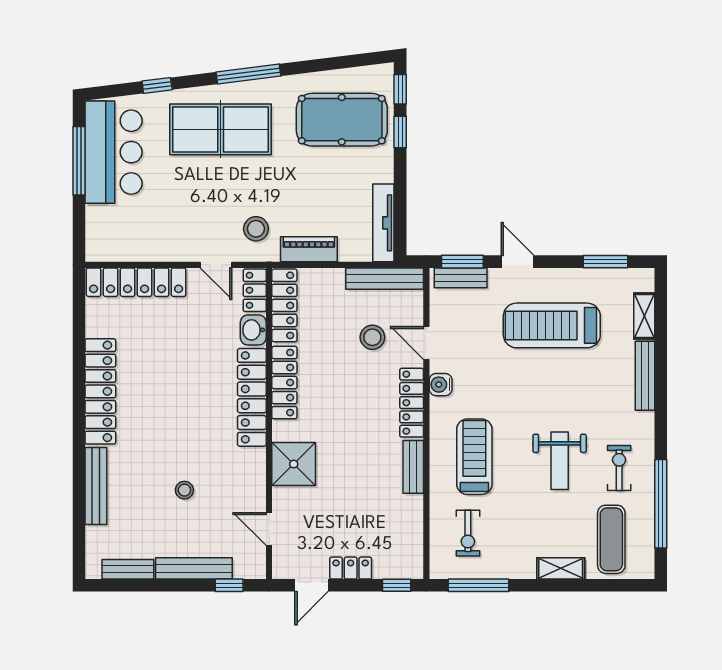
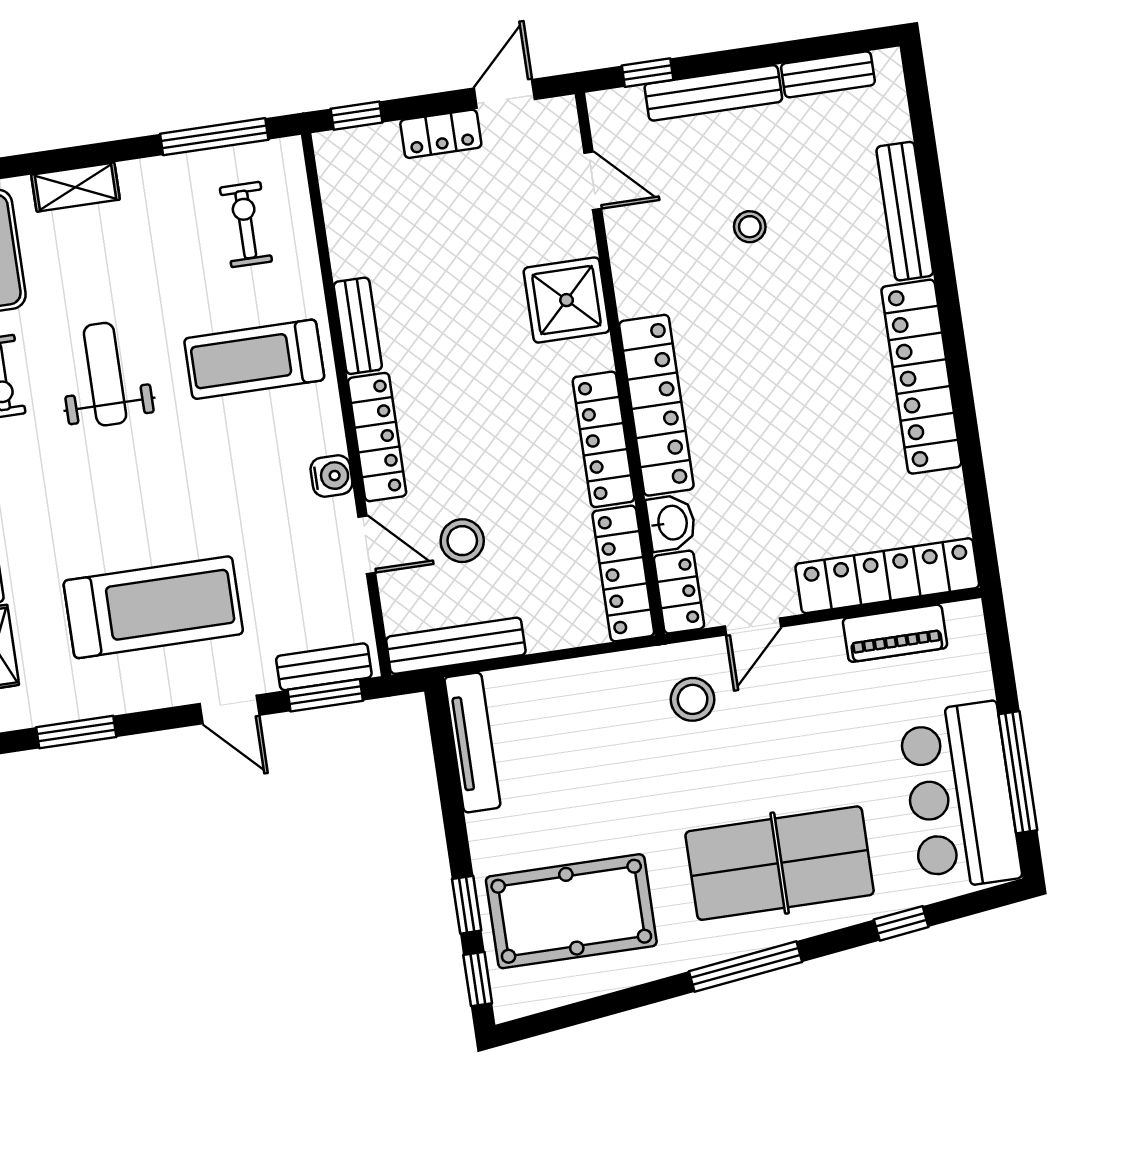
piano: (309, 249) -> (895, 633), moved
door: (216, 265) -> (753, 626), swing flipped
treadmill: (474, 457) -> (254, 359), turned 90

